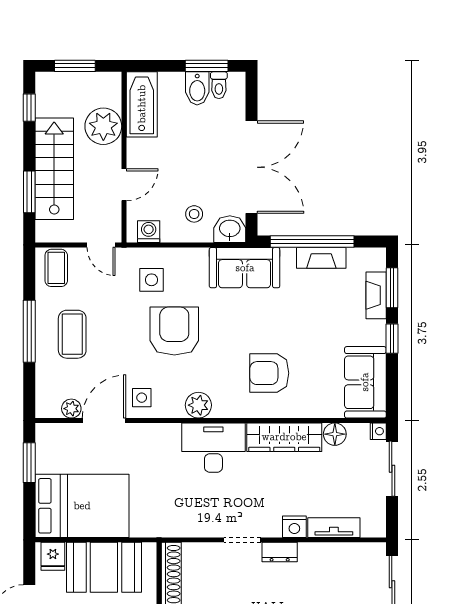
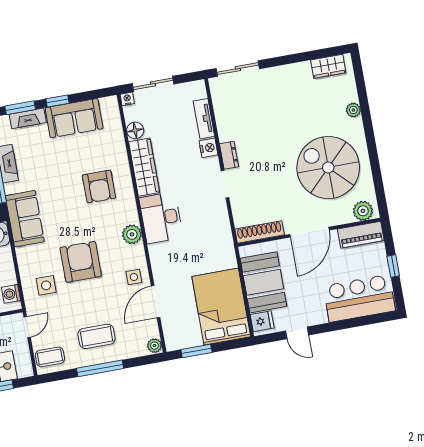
armchair: (174, 331) -> (81, 262), turned 90
sofa: (365, 382) -> (74, 118), moved
plant: (71, 409) -> (154, 346), moved
door: (104, 420) -> (156, 302), hinge flipped

